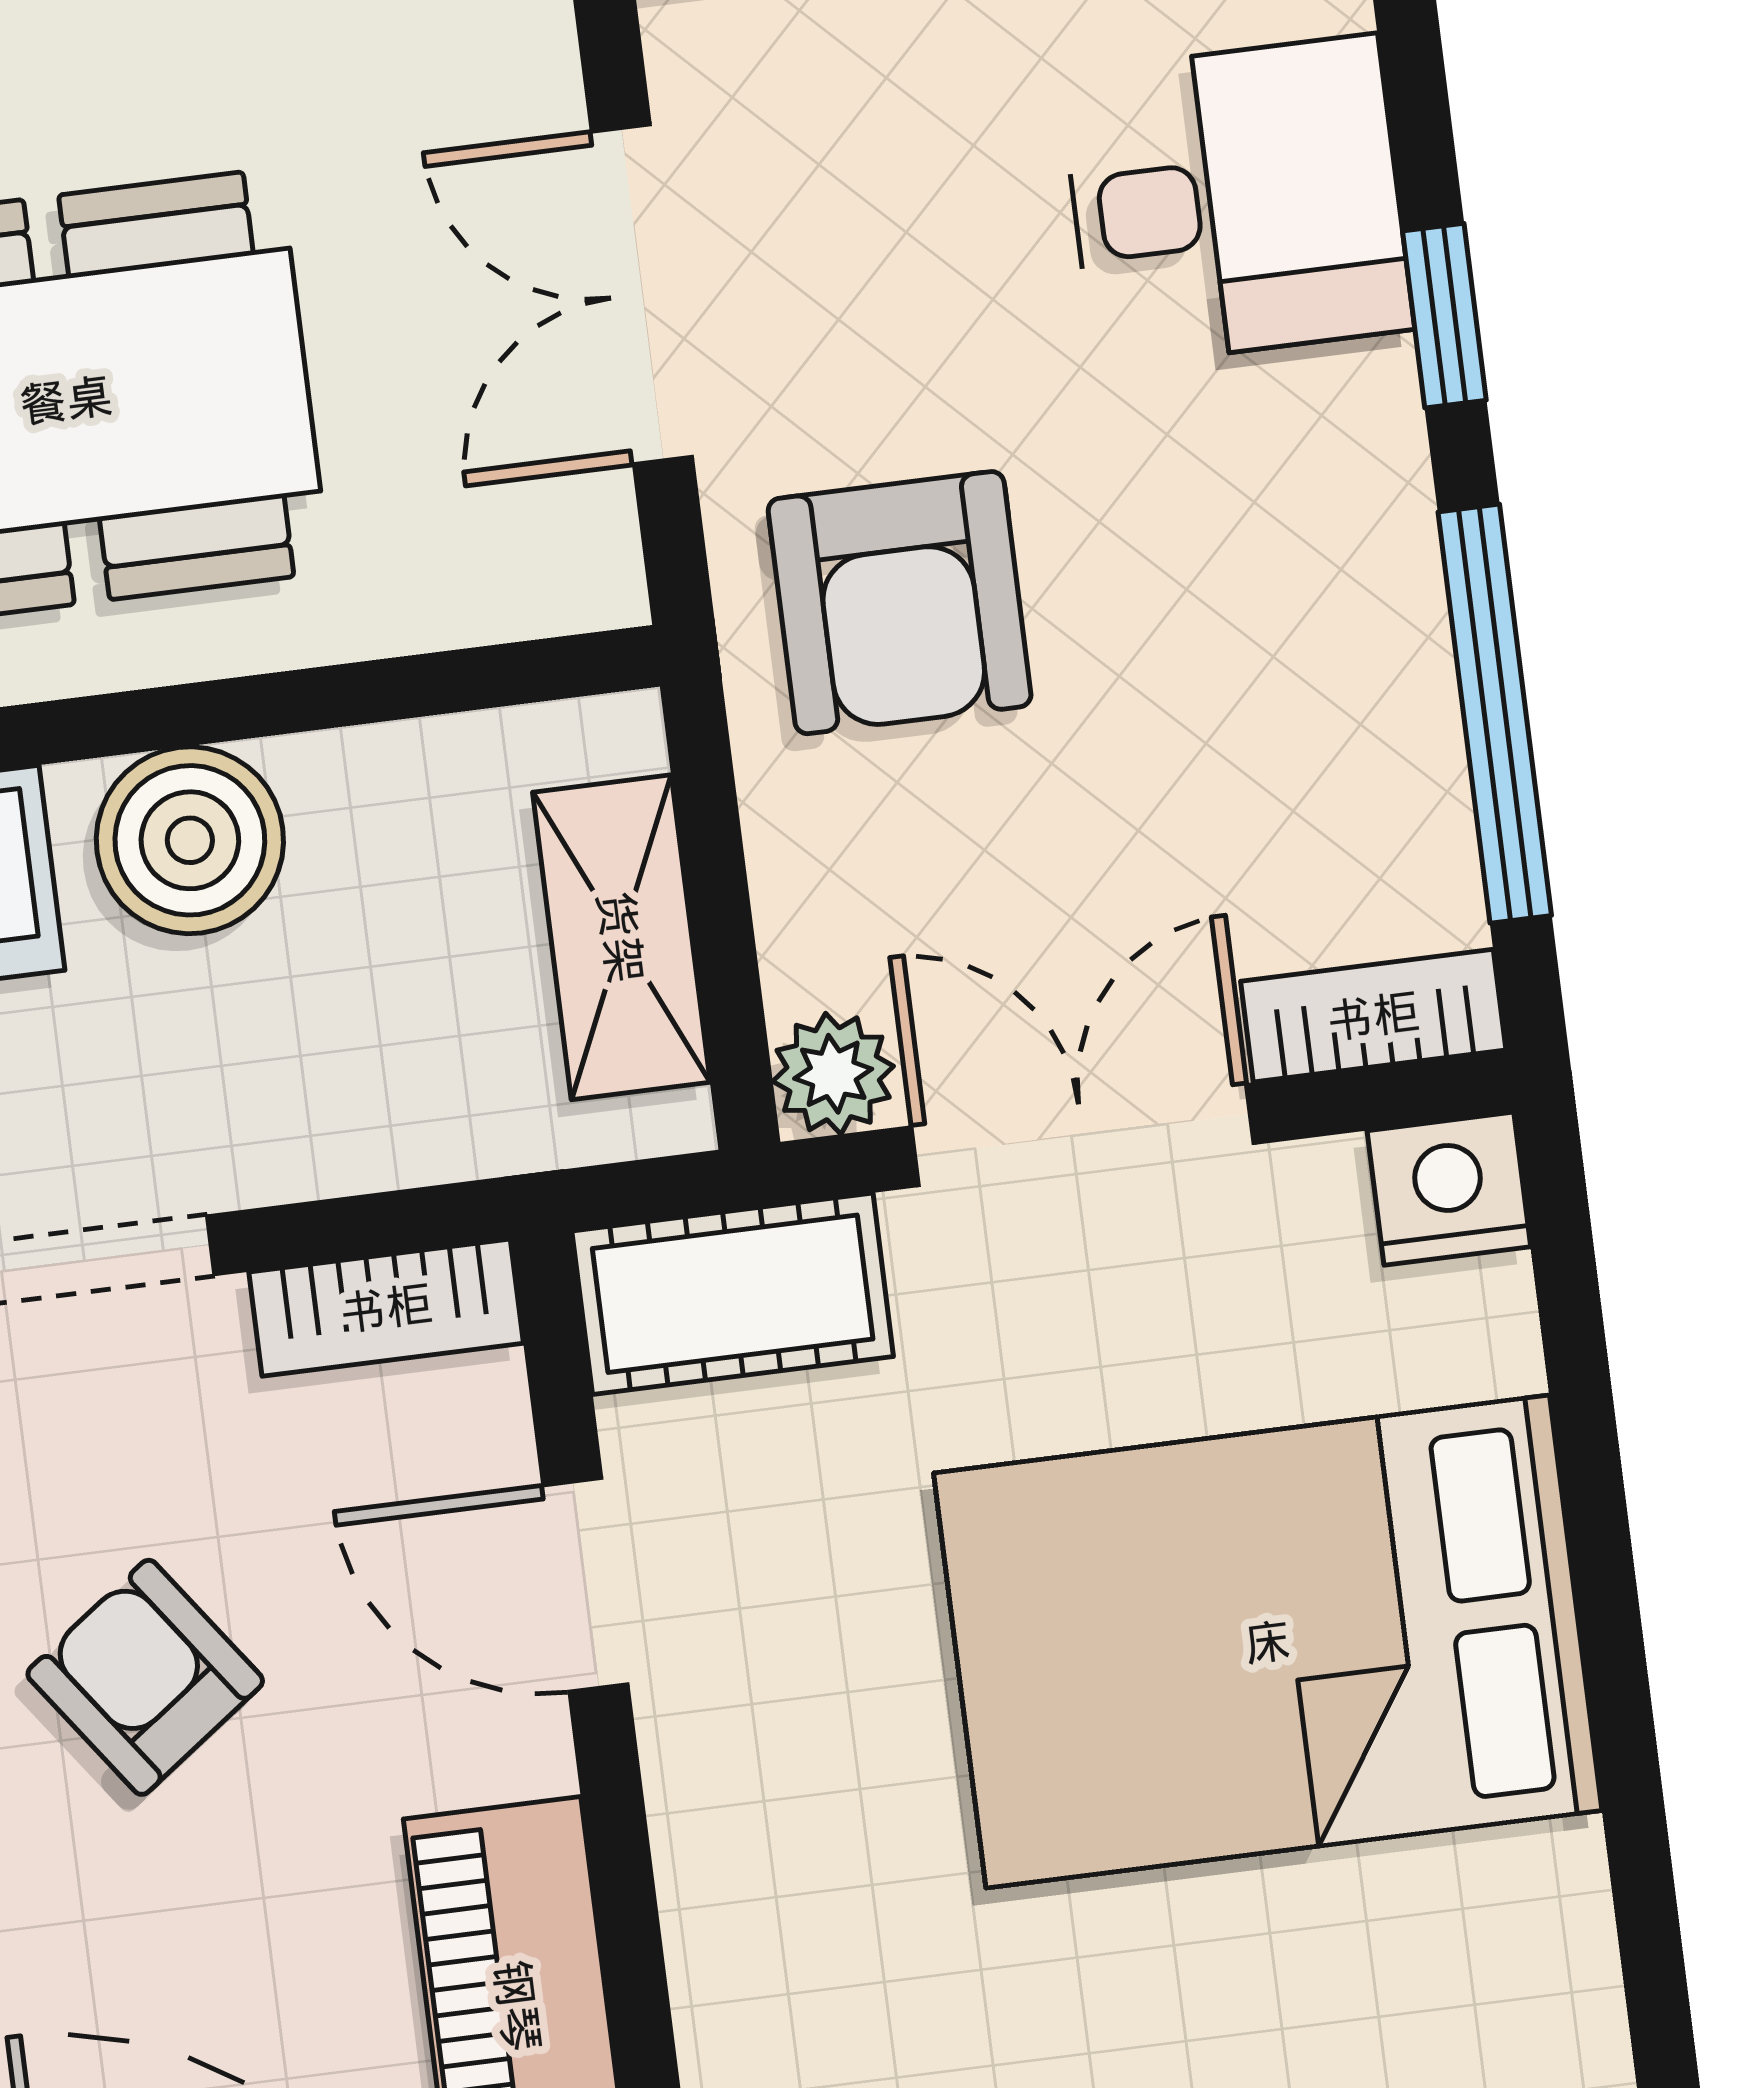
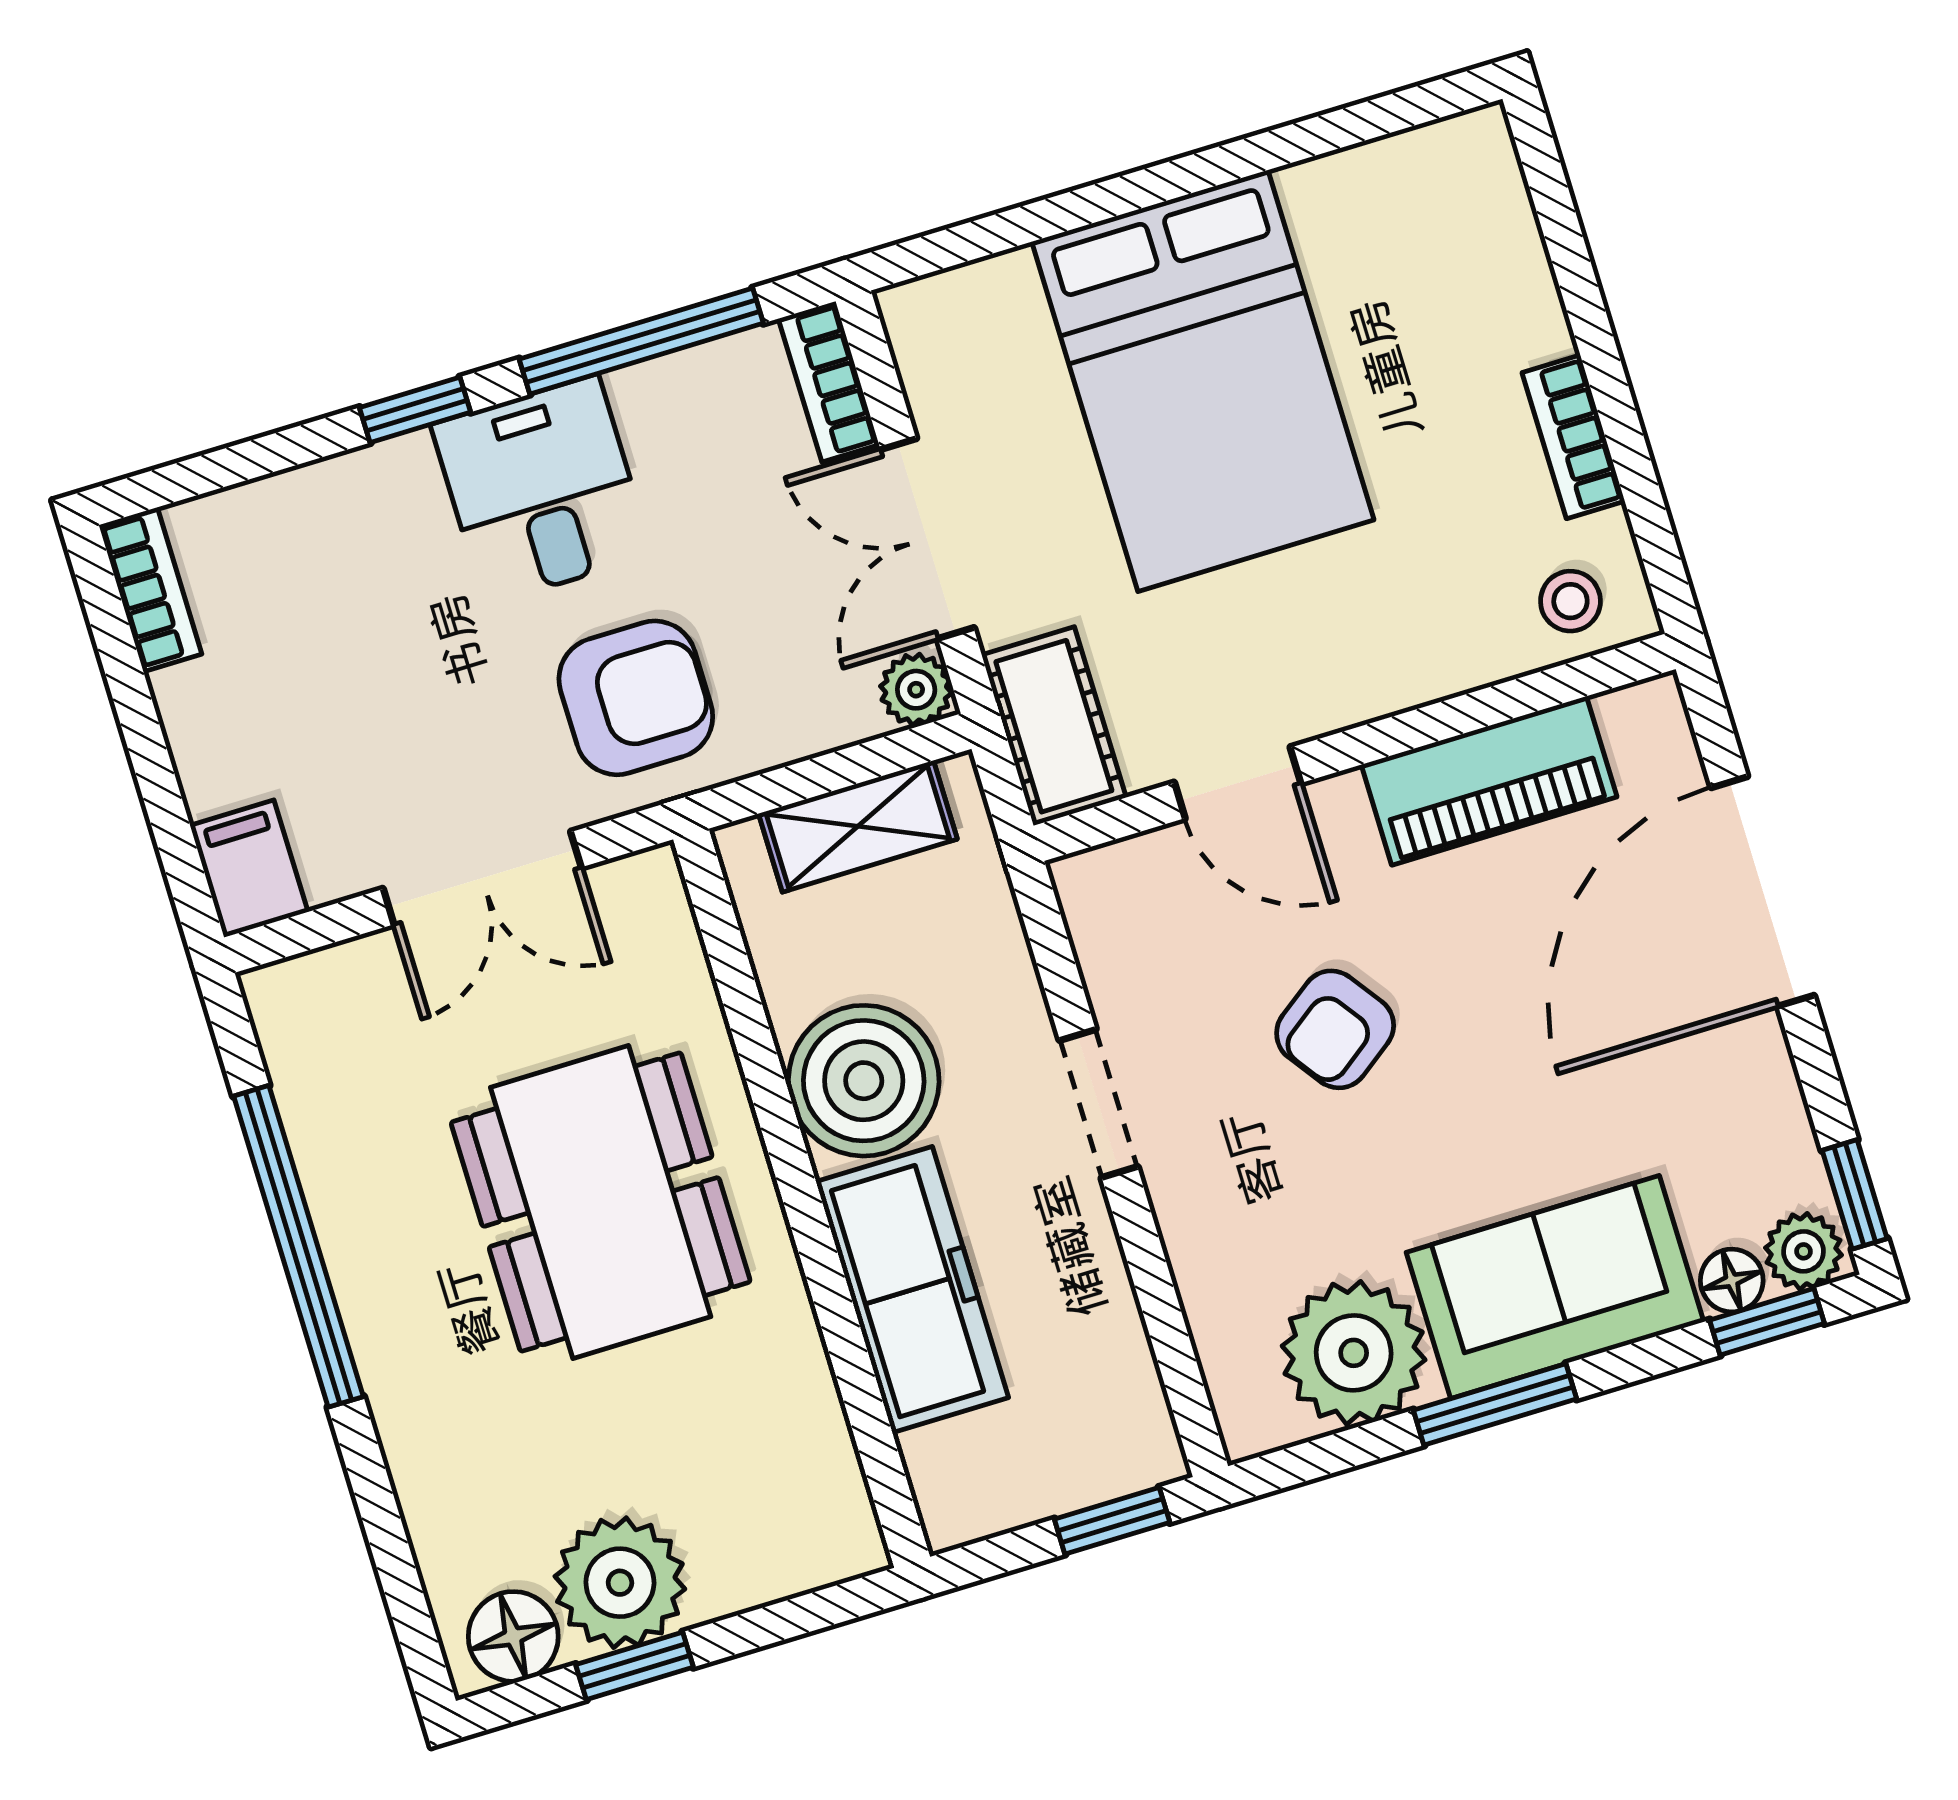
desk: (1236, 201) -> (542, 490), moved
boiler: (190, 840) -> (864, 1081), width x1.37, depth x1.37
nightstand: (1449, 1189) -> (922, 321), removed
bookcase: (386, 1308) -> (1096, 926), removed
door: (585, 1585) -> (1238, 783), hinge flipped

